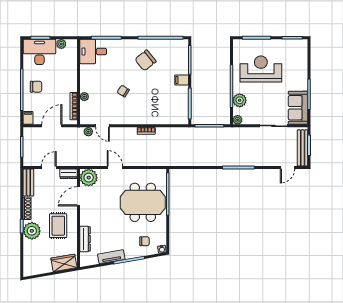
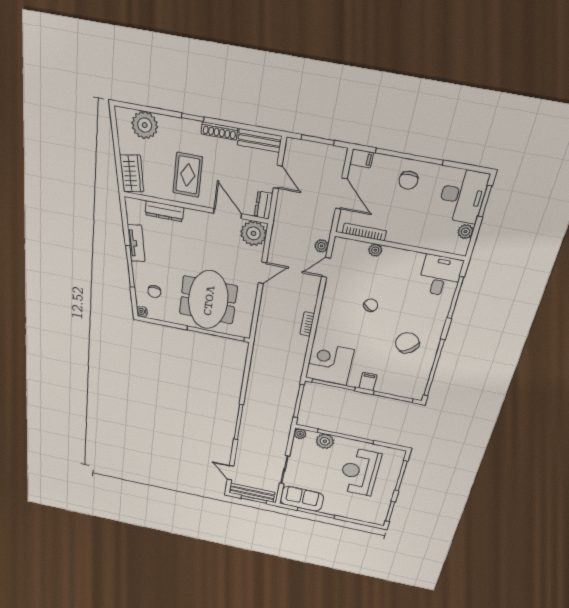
reception desk: (261, 69) -> (360, 472), turned 180
corner desk: (173, 110) -> (330, 364), added
rug: (58, 226) -> (188, 175), turned 90
plant: (32, 231) -> (145, 125), moved

